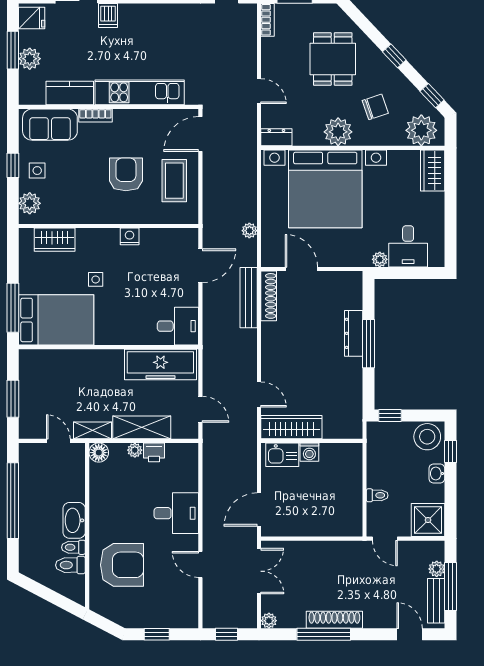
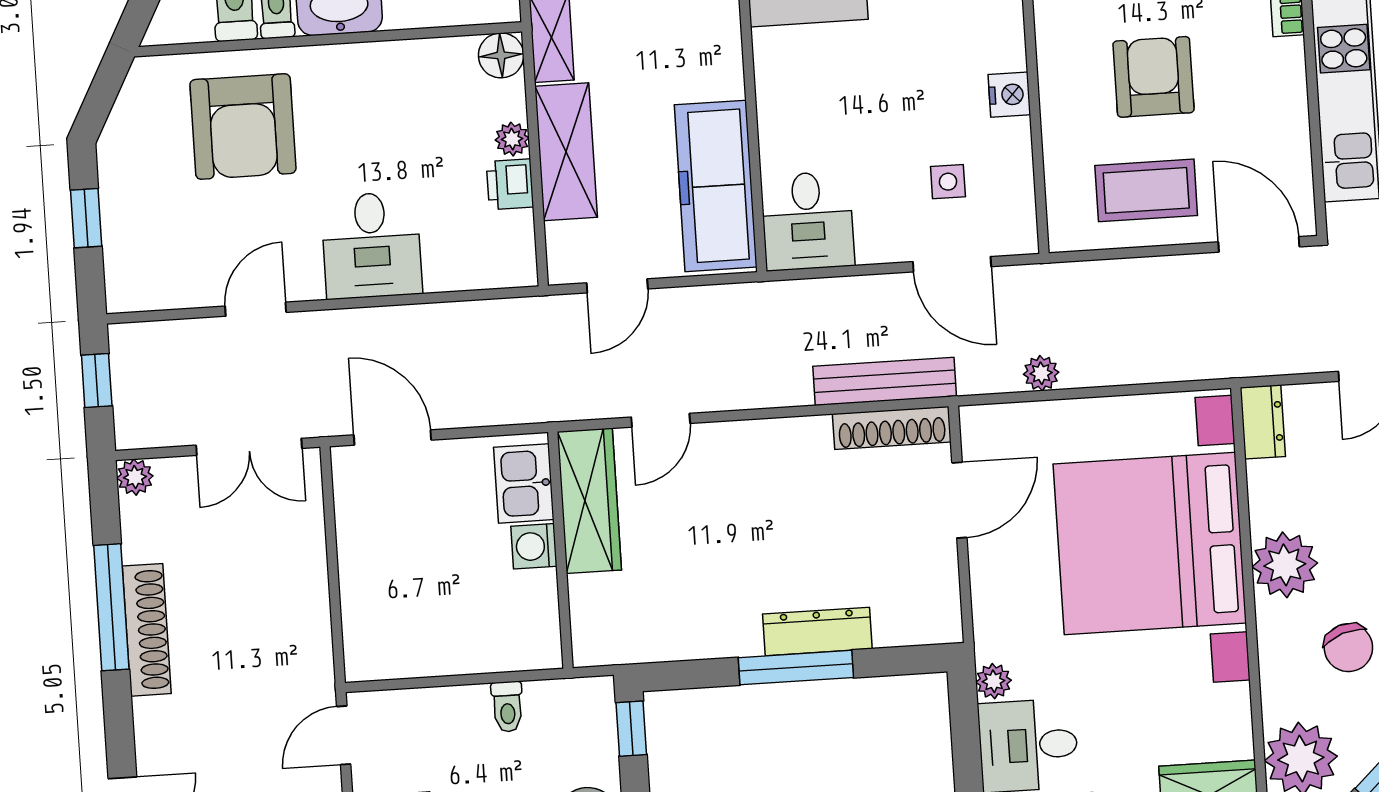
armchair: (126, 174) -> (1153, 77), turned -90
side table: (96, 279) -> (948, 182), moved
toilet: (377, 495) -> (507, 707), moved

